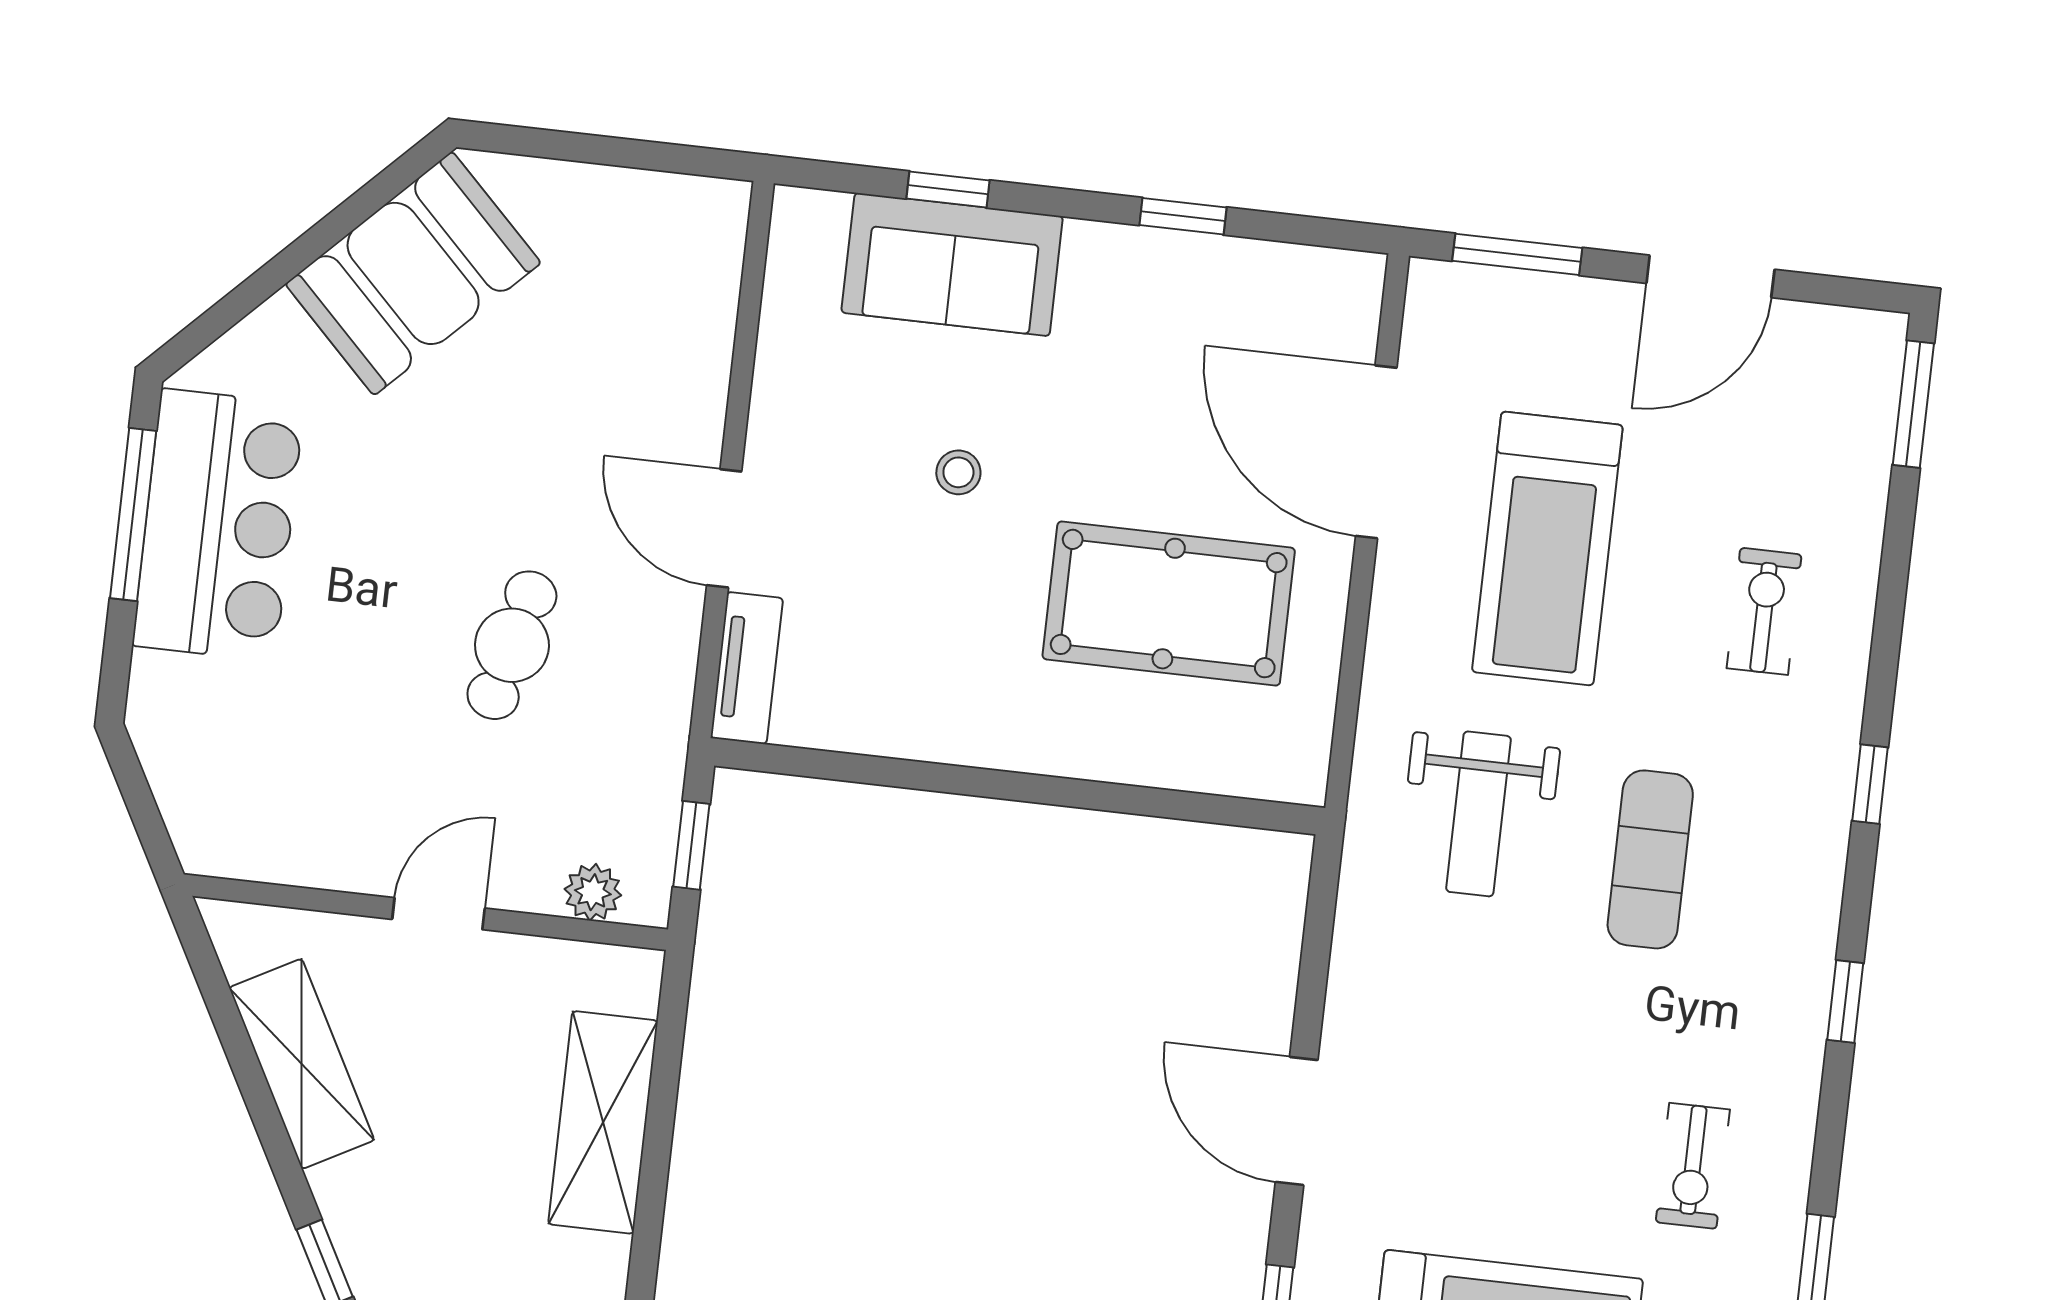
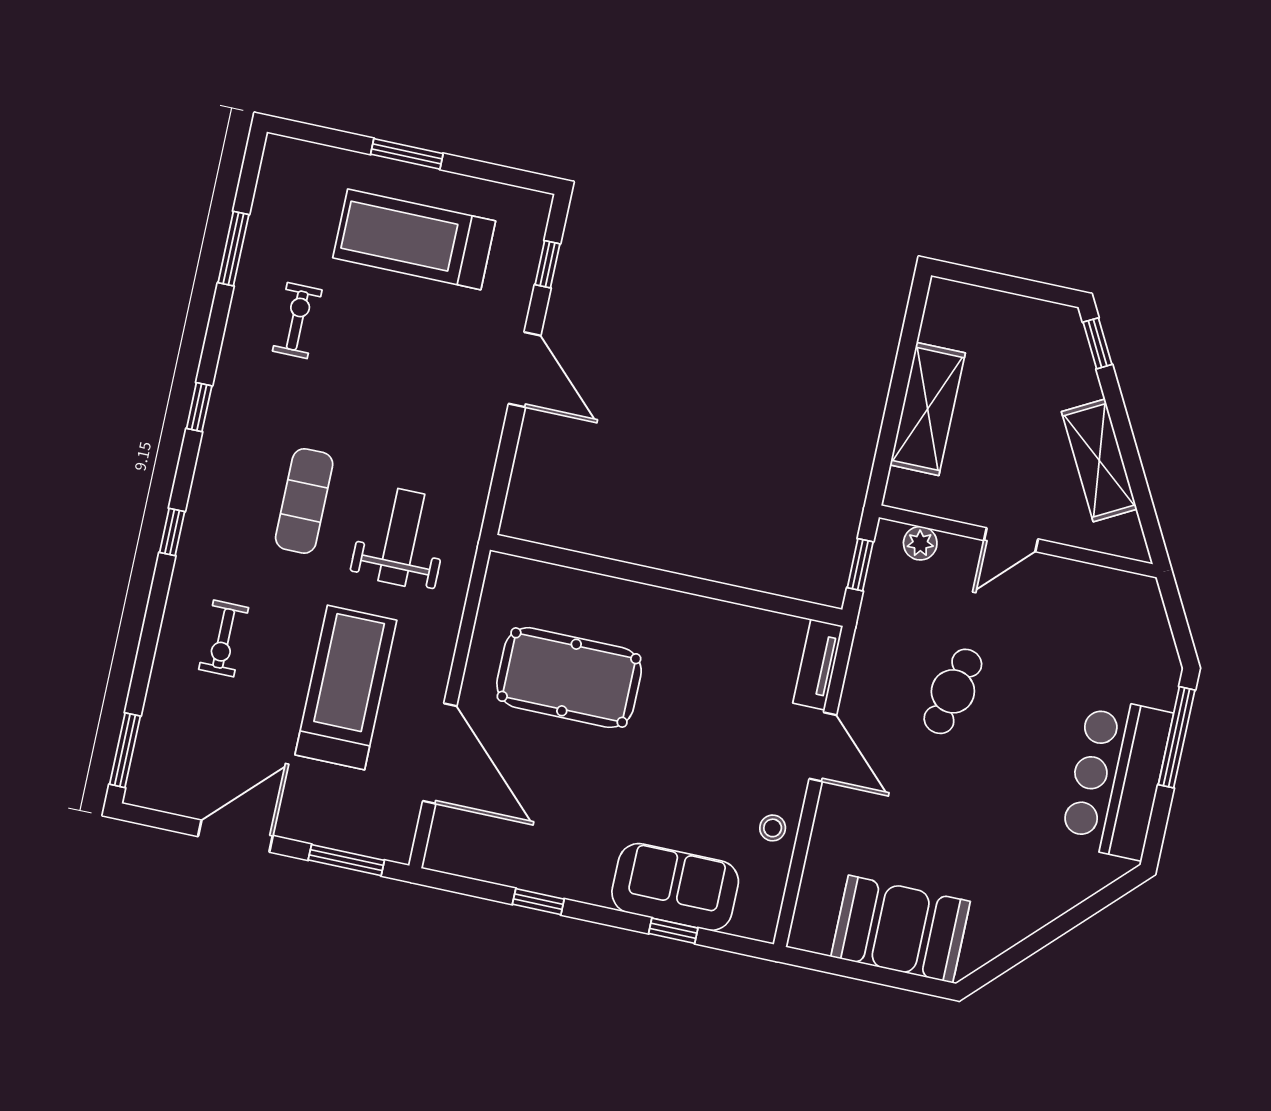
booth: (413, 273) -> (901, 929), moved, turned 45
stool: (958, 472) -> (773, 828), moved
window: (133, 514) -> (1177, 737), moved

